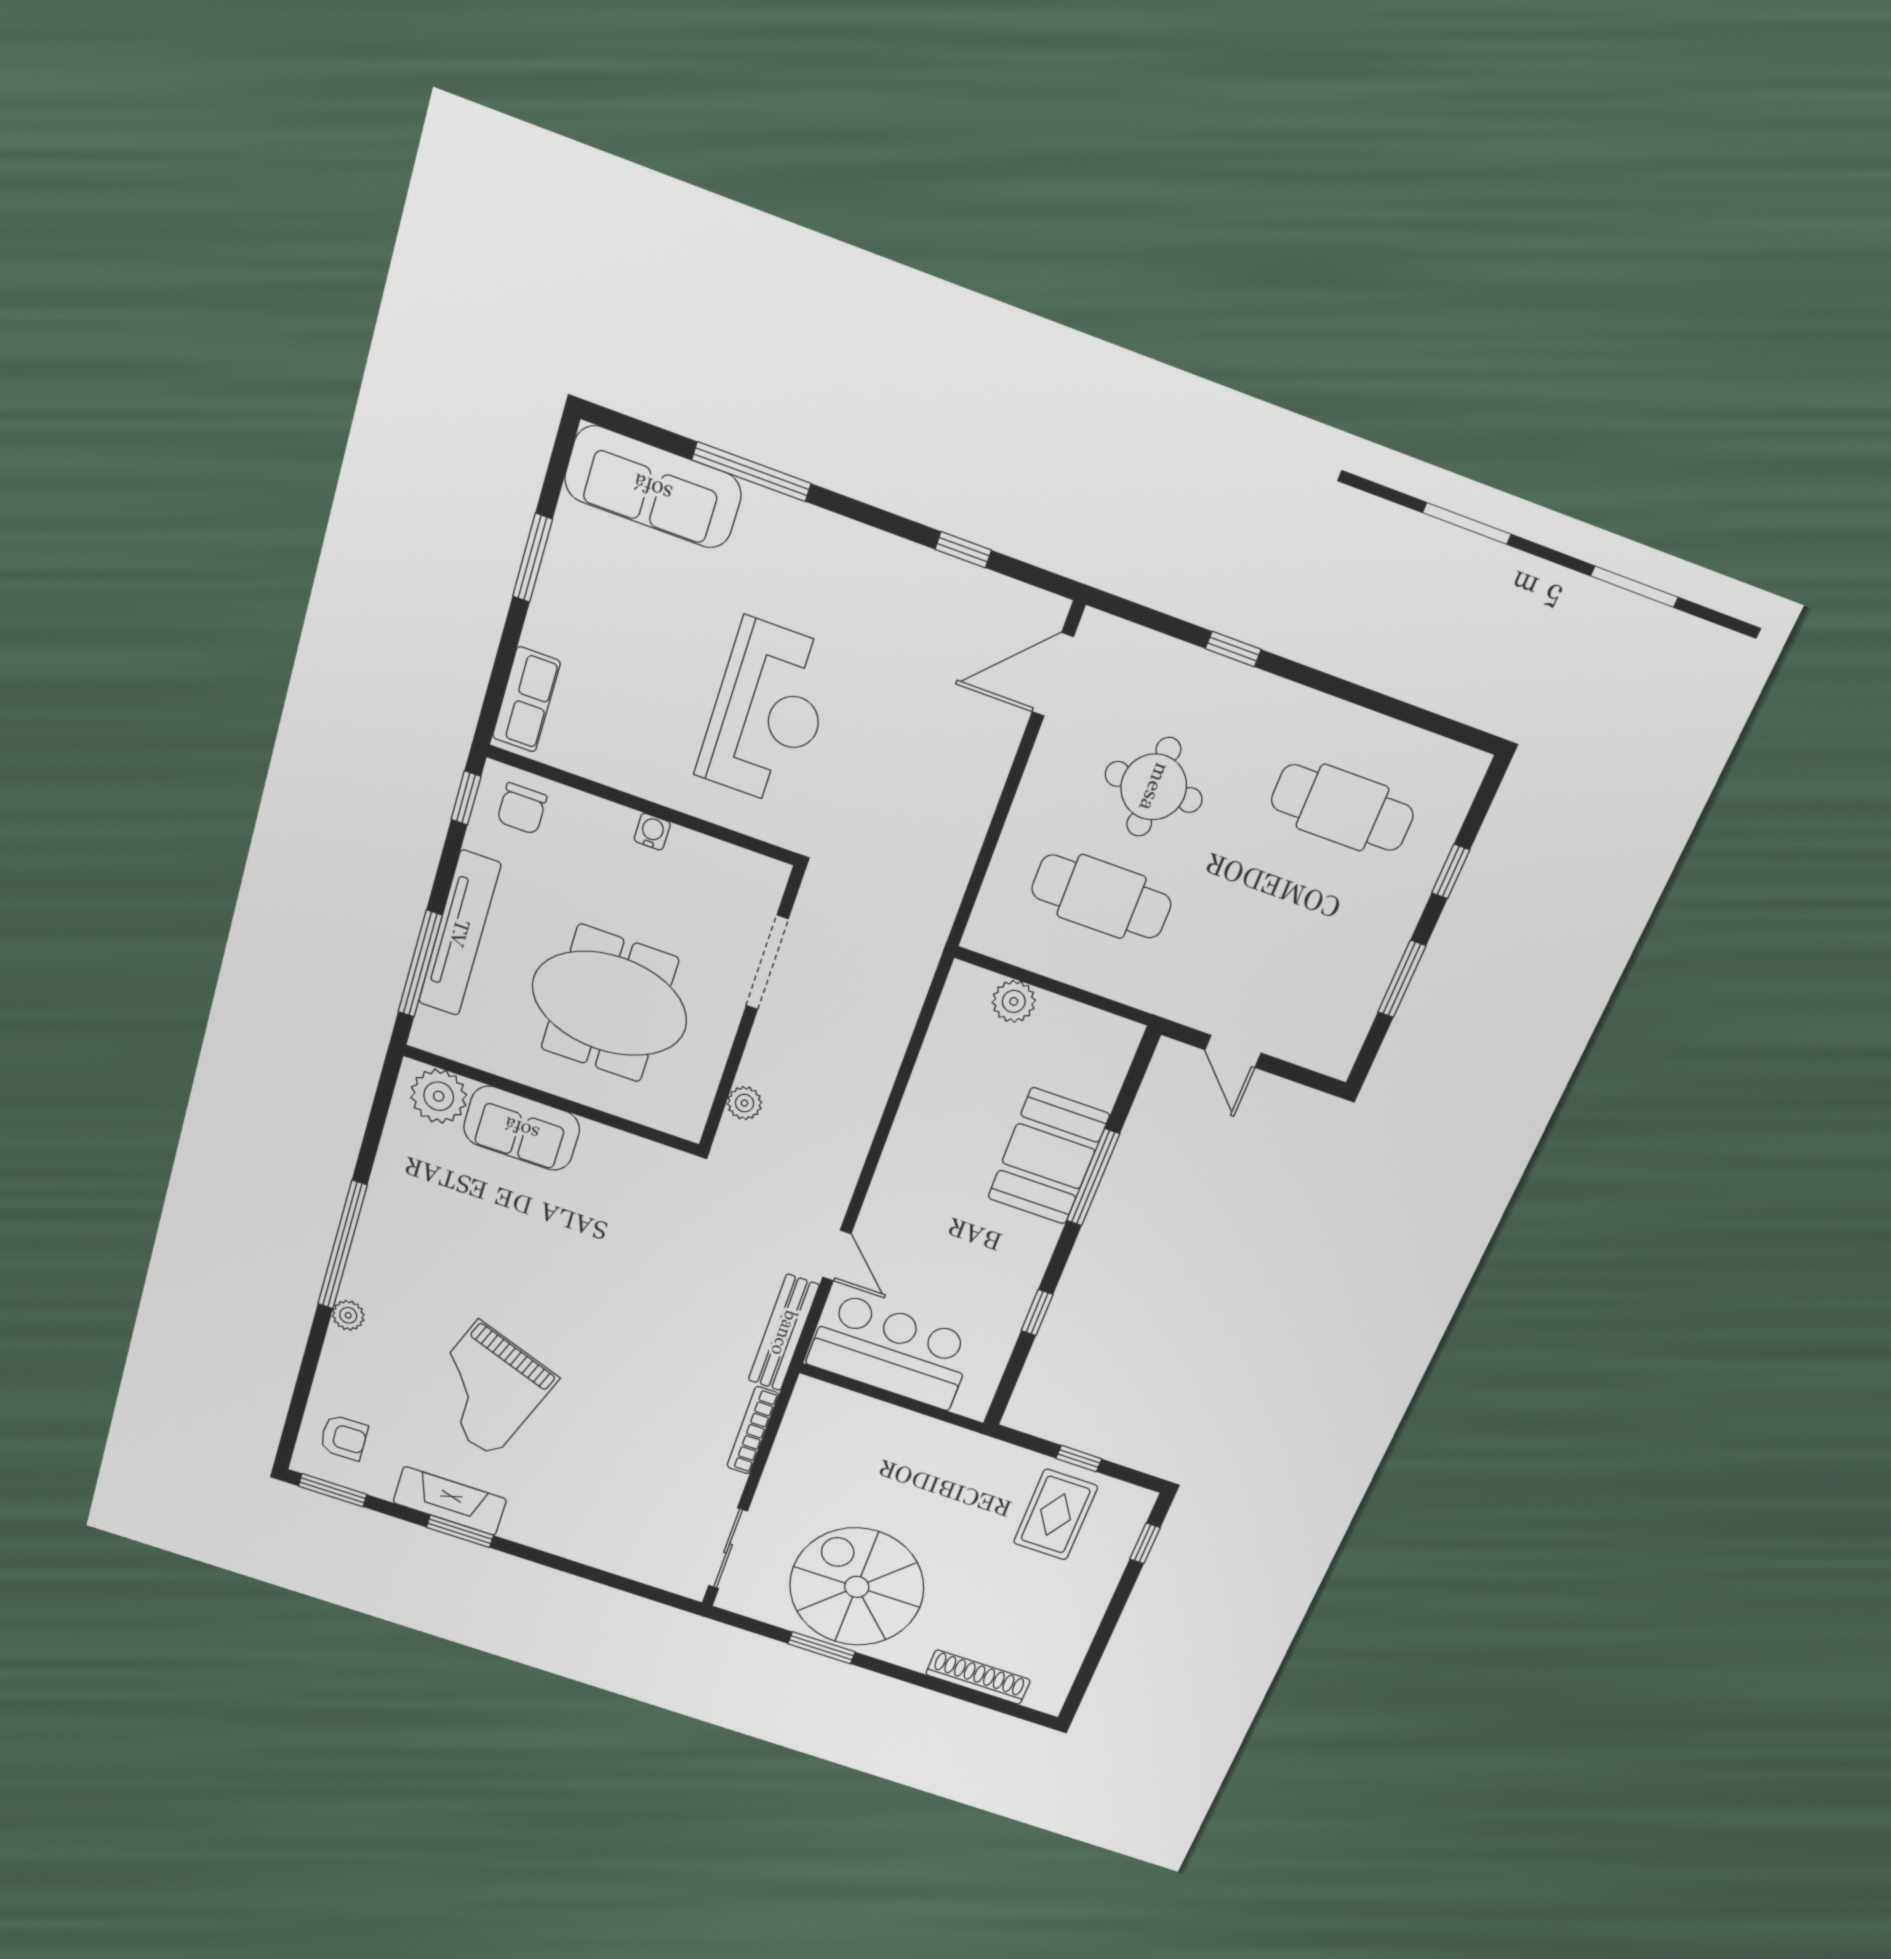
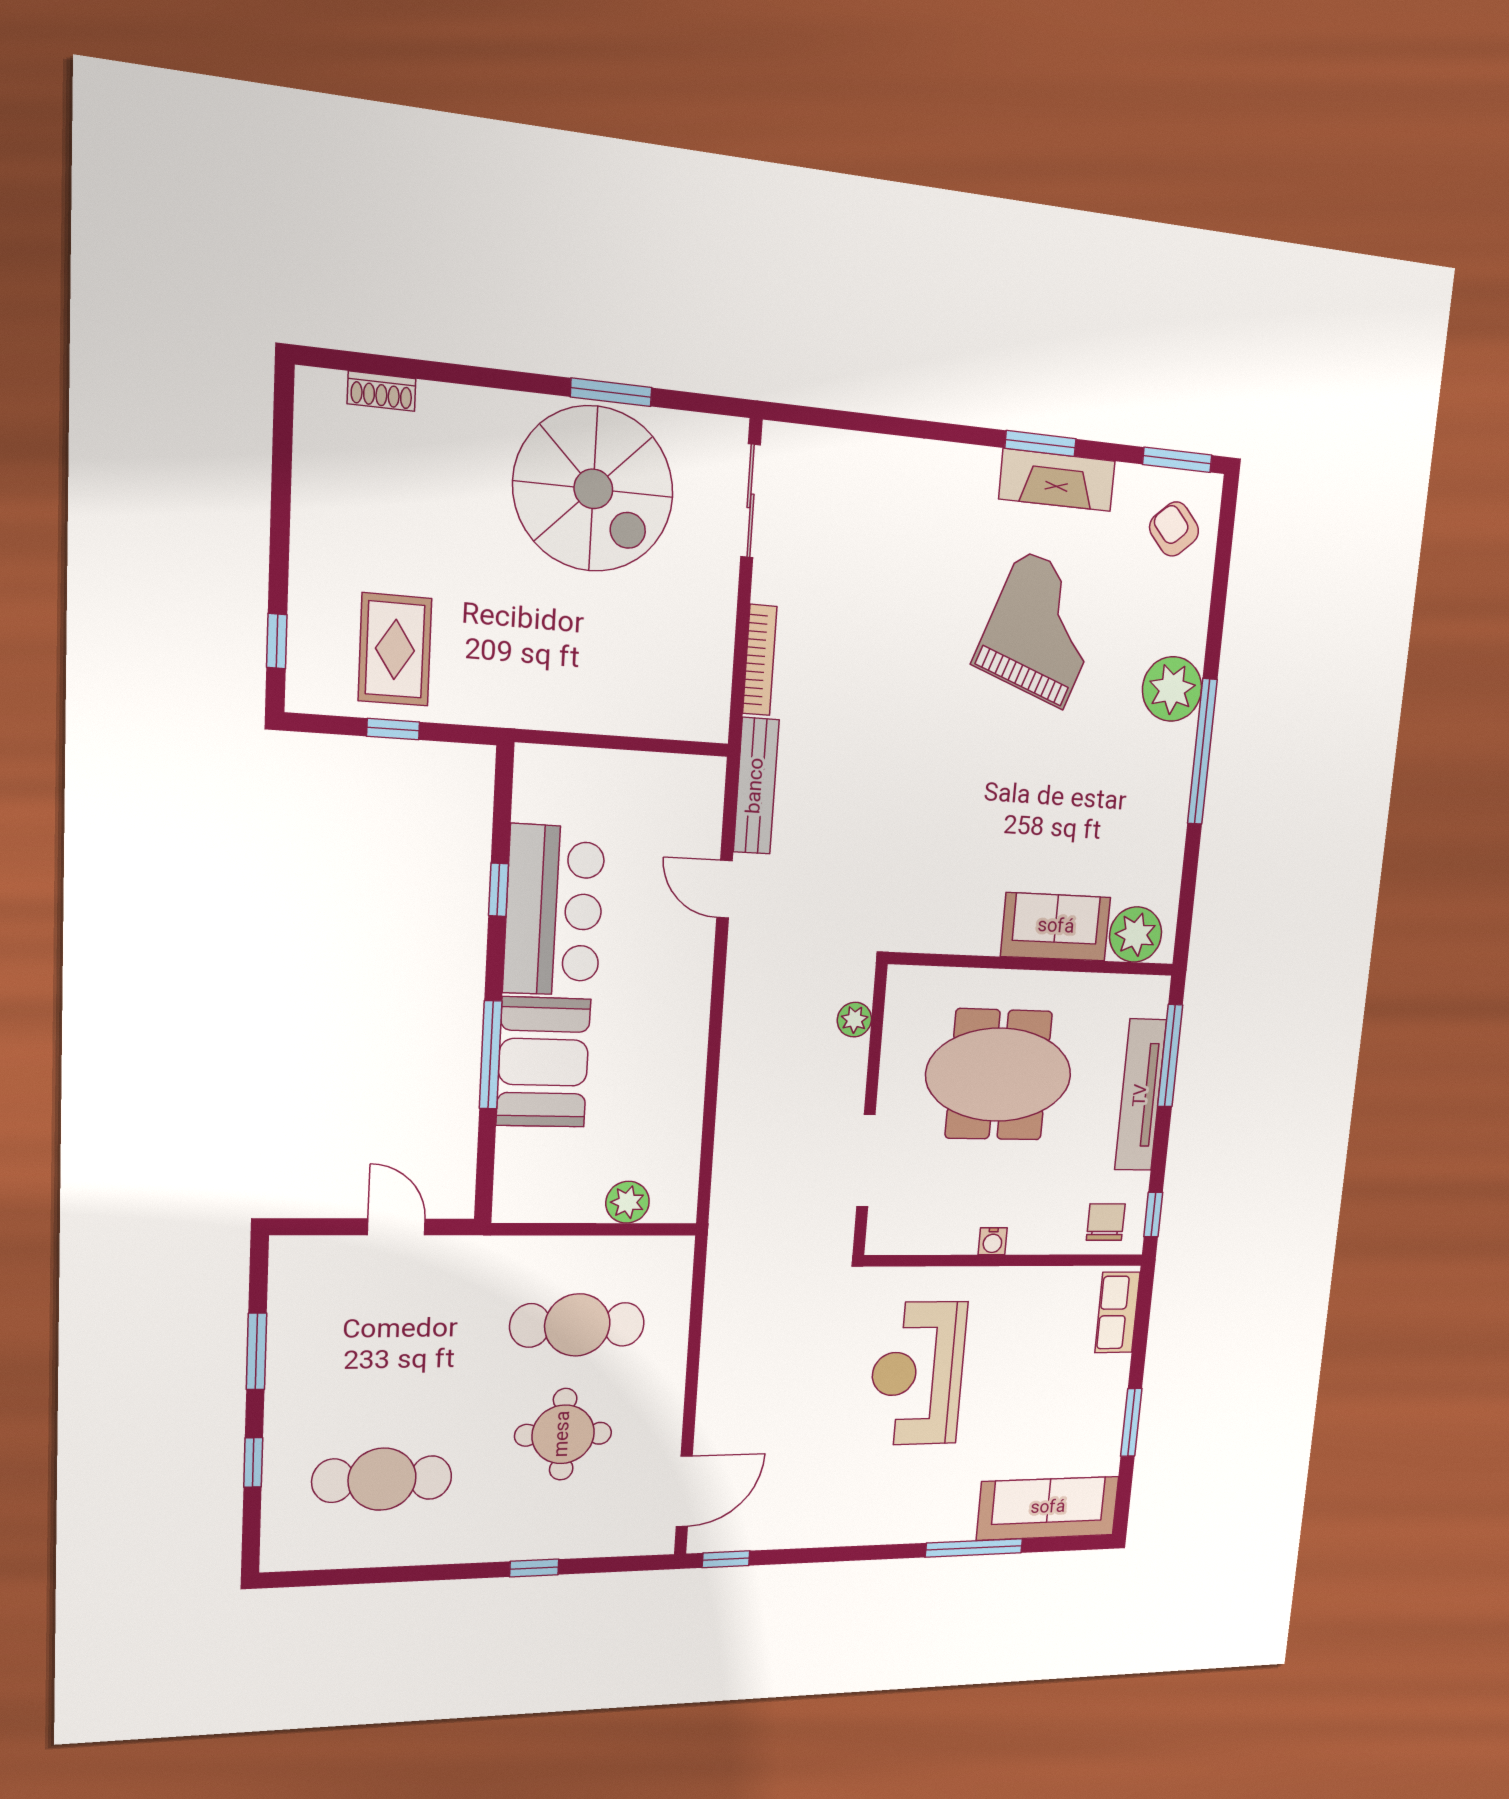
window: (963, 550) -> (726, 1559), moved
plant: (348, 1315) -> (1172, 689), width x1.88, depth x1.88
bar counter: (891, 1351) -> (554, 911), moved, turned -90
armchair: (344, 1438) -> (1174, 529), turned 49
shoe rack: (978, 1677) -> (381, 391), width x0.51, depth x0.81

